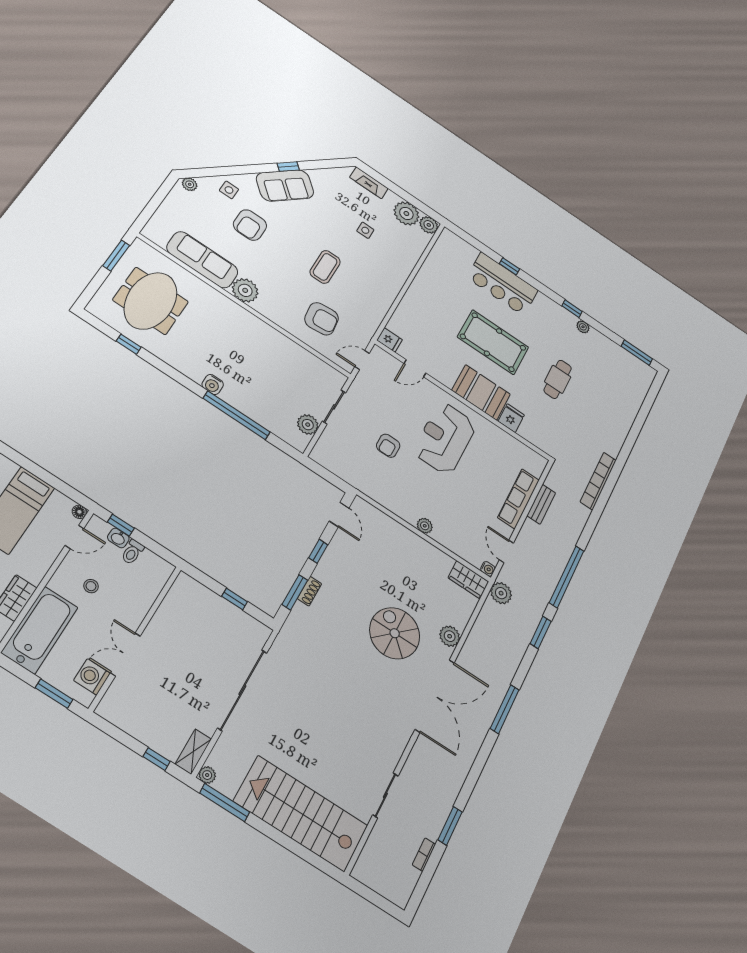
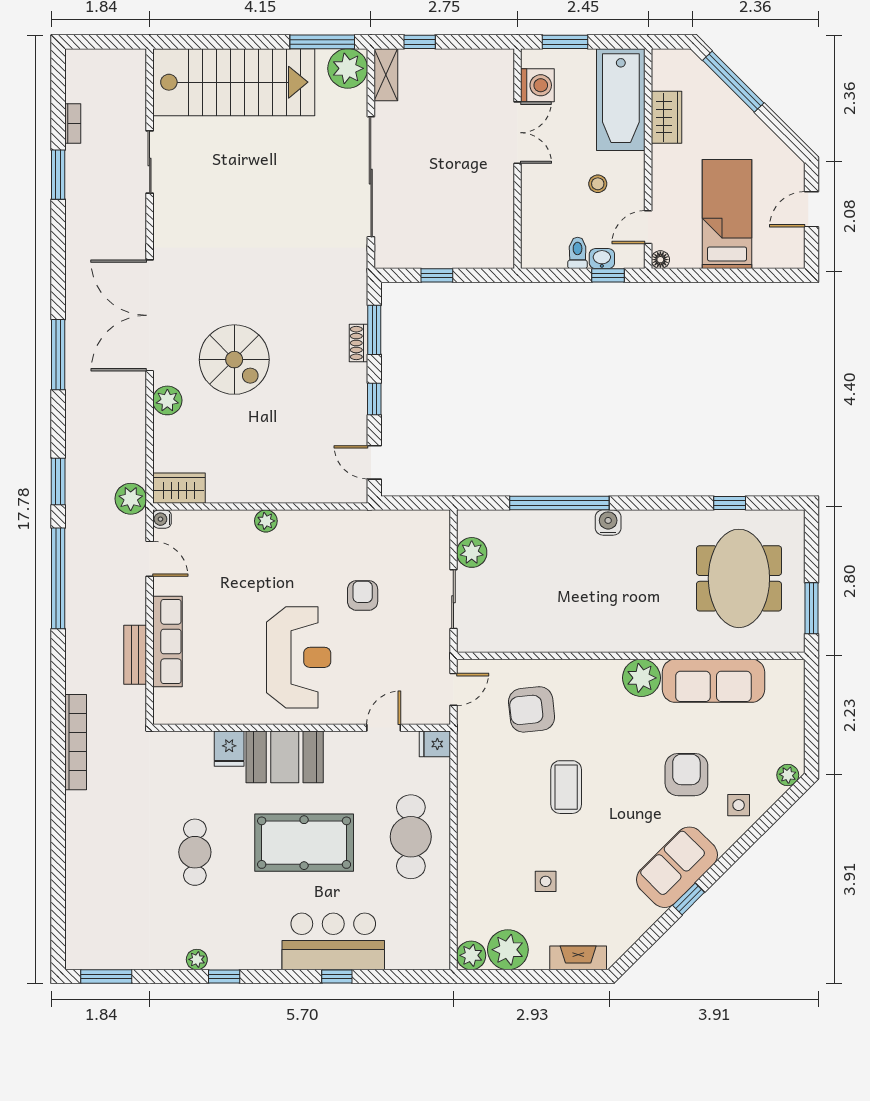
cafe table: (430, 304) -> (411, 837), added
plant: (207, 775) -> (348, 68), width x1.87, depth x1.87

